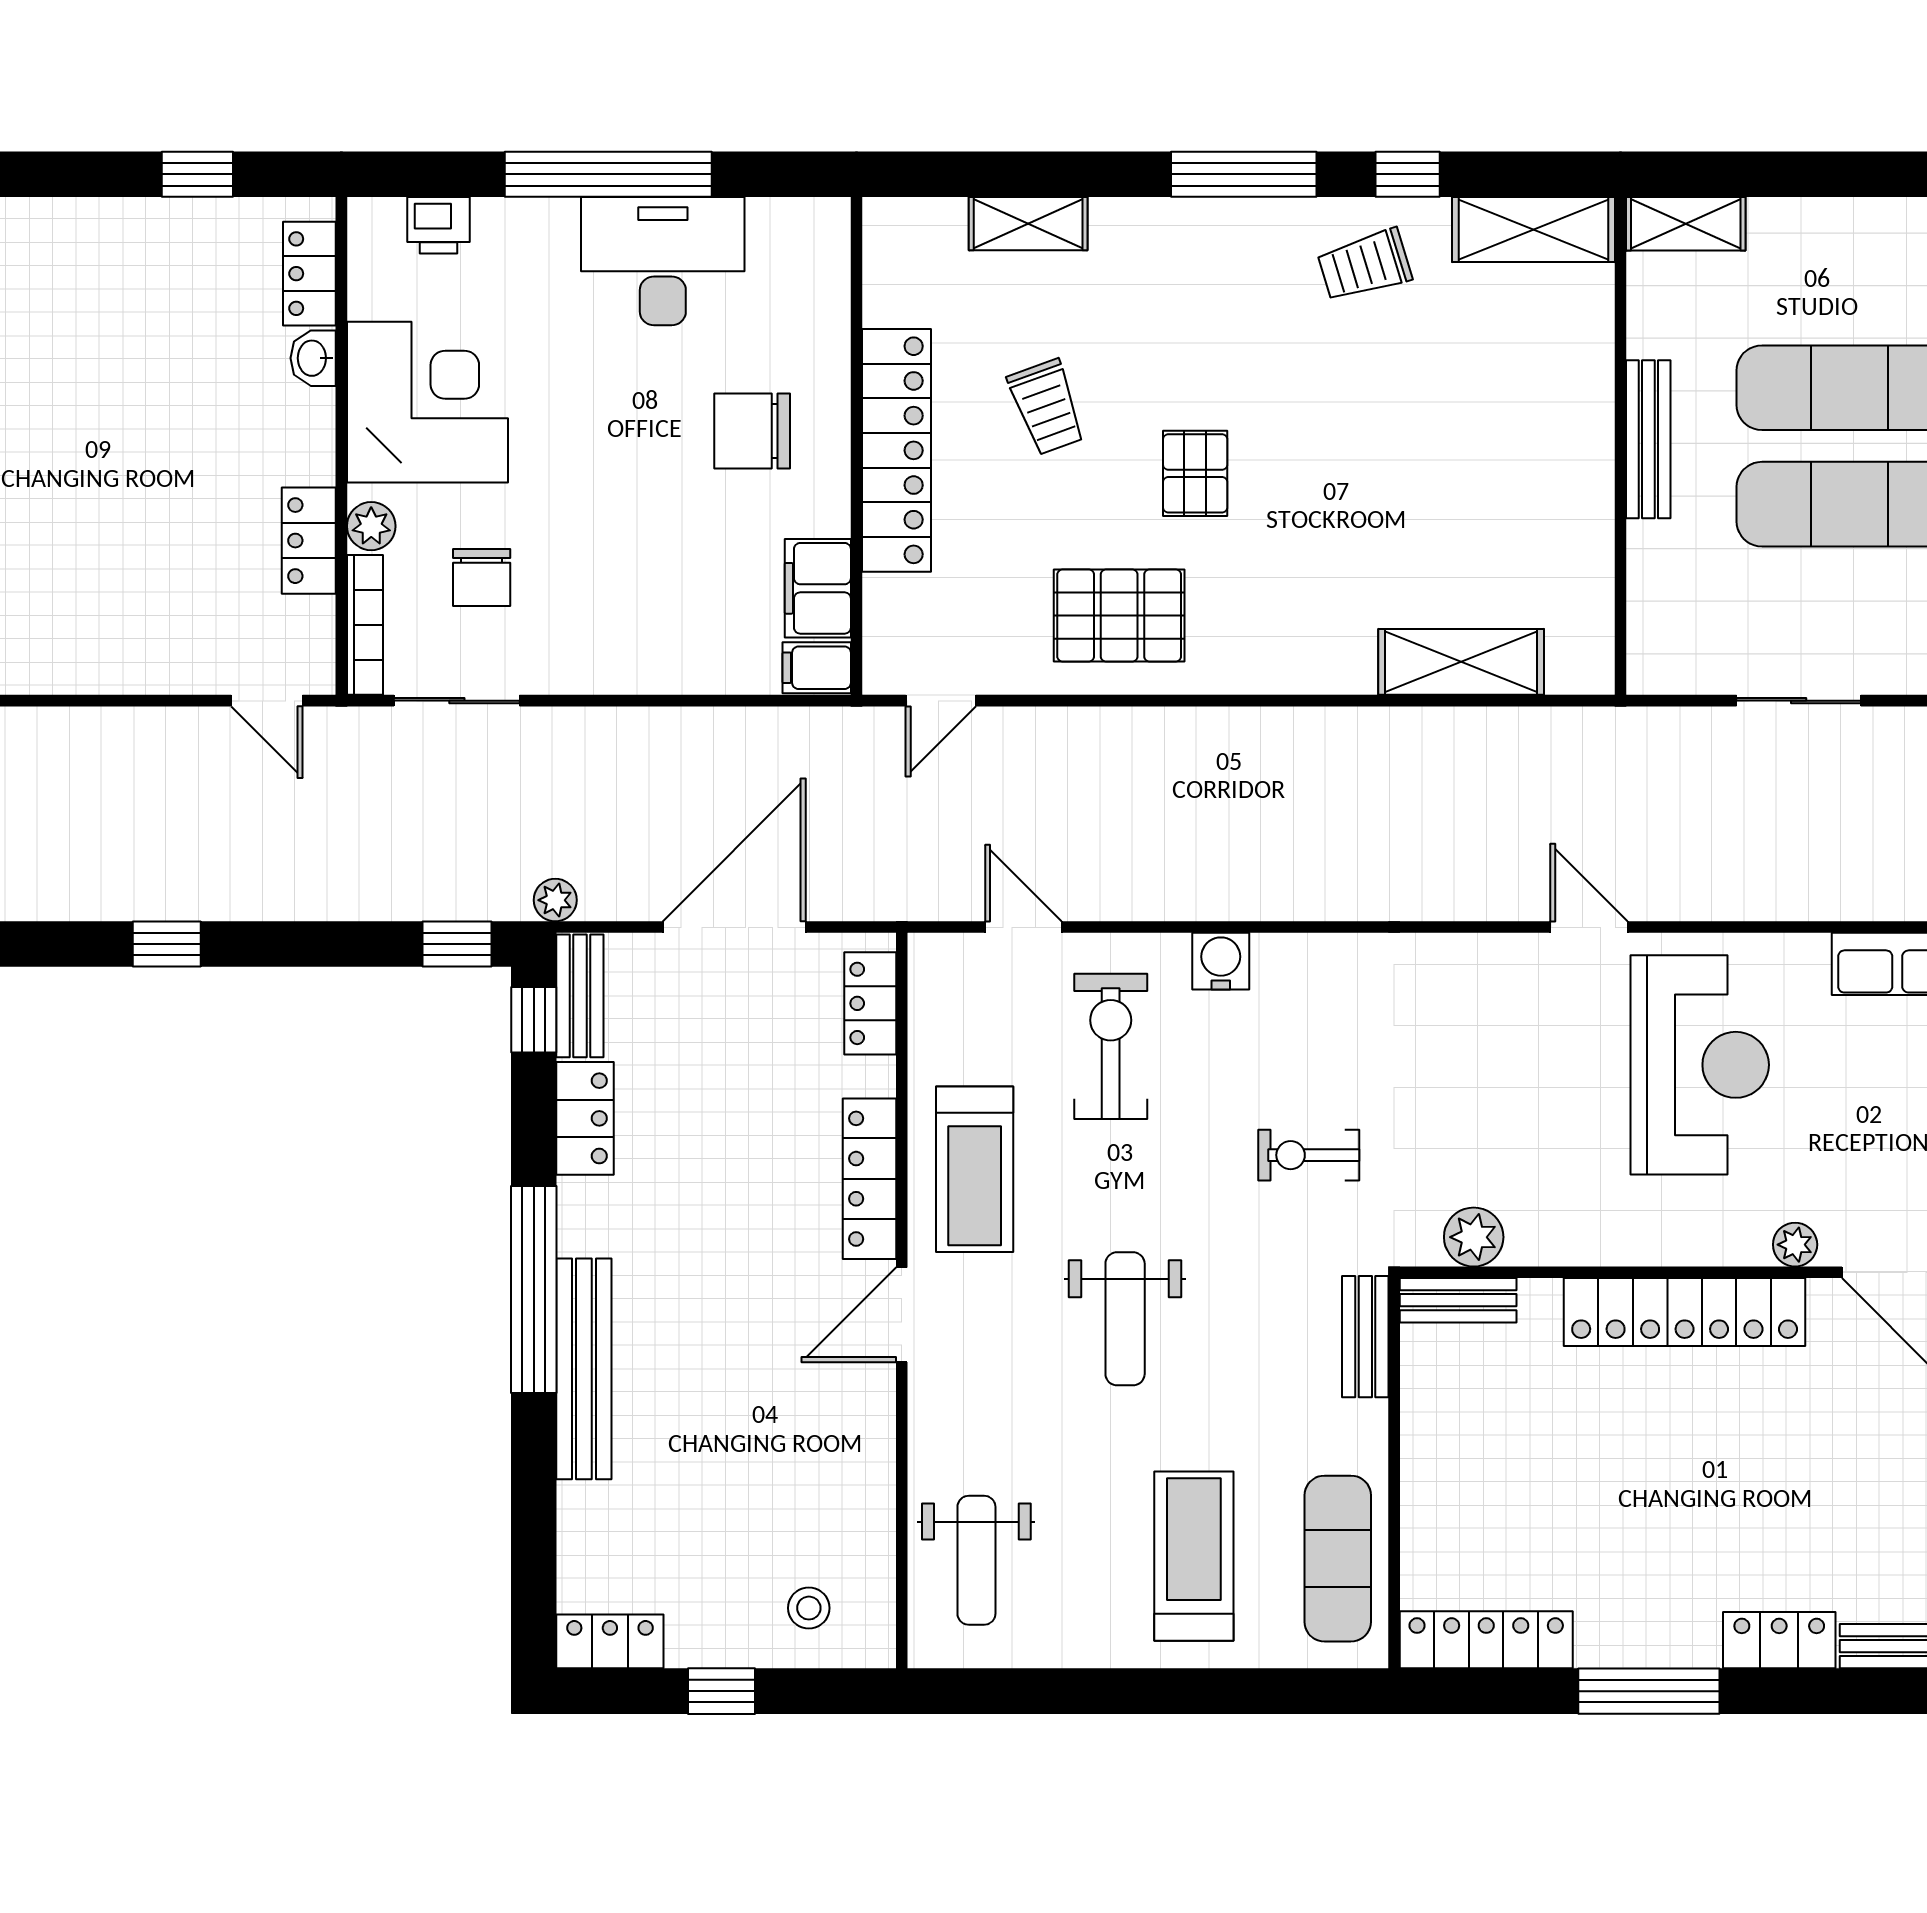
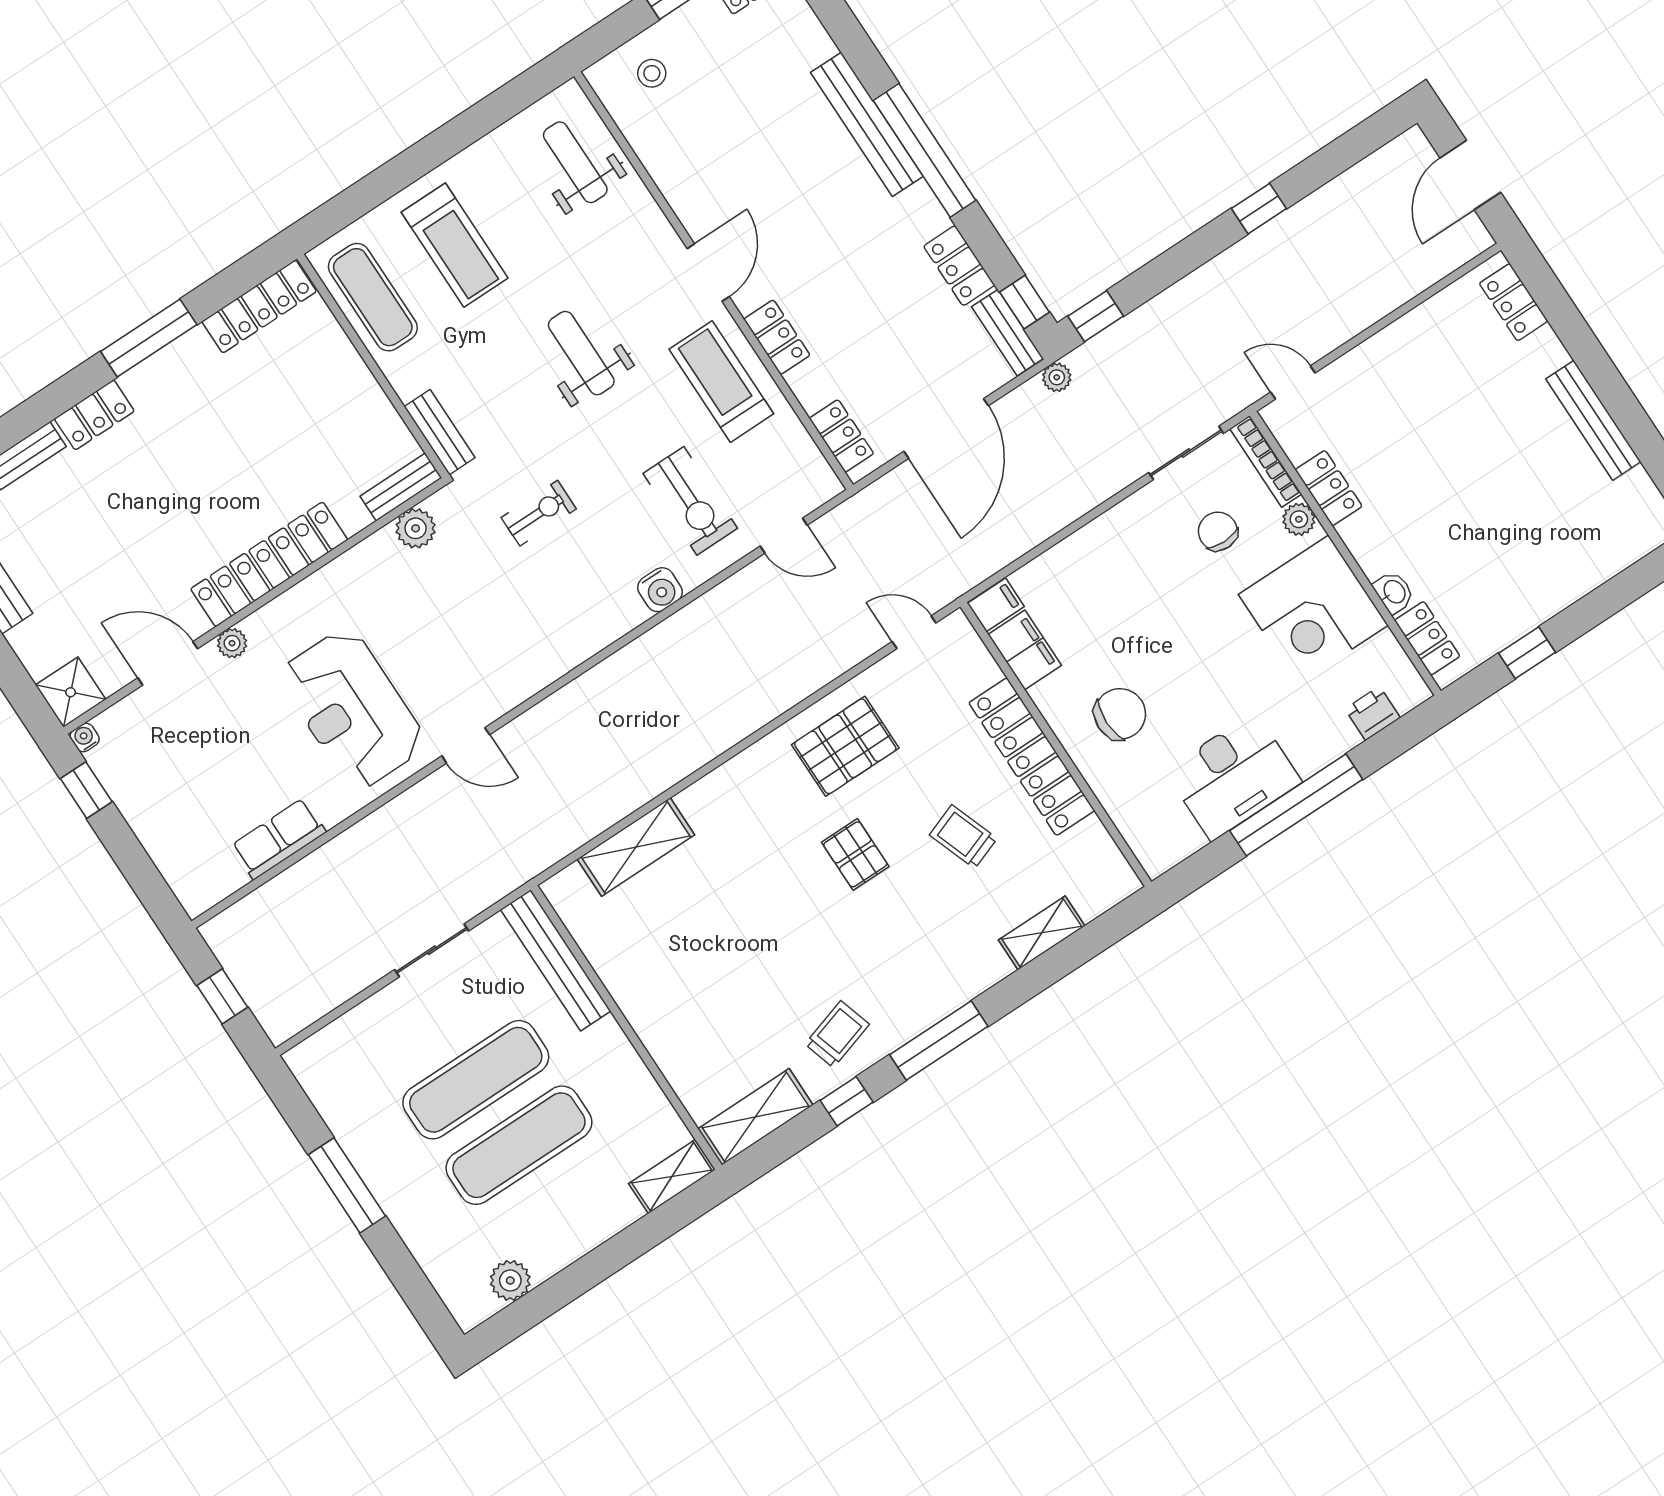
bench: (1648, 439) -> (556, 960), moved, width x1.37, depth x1.21
door: (941, 701) -> (914, 632), hinge flipped
locker: (869, 1179) -> (777, 337), width x0.66

